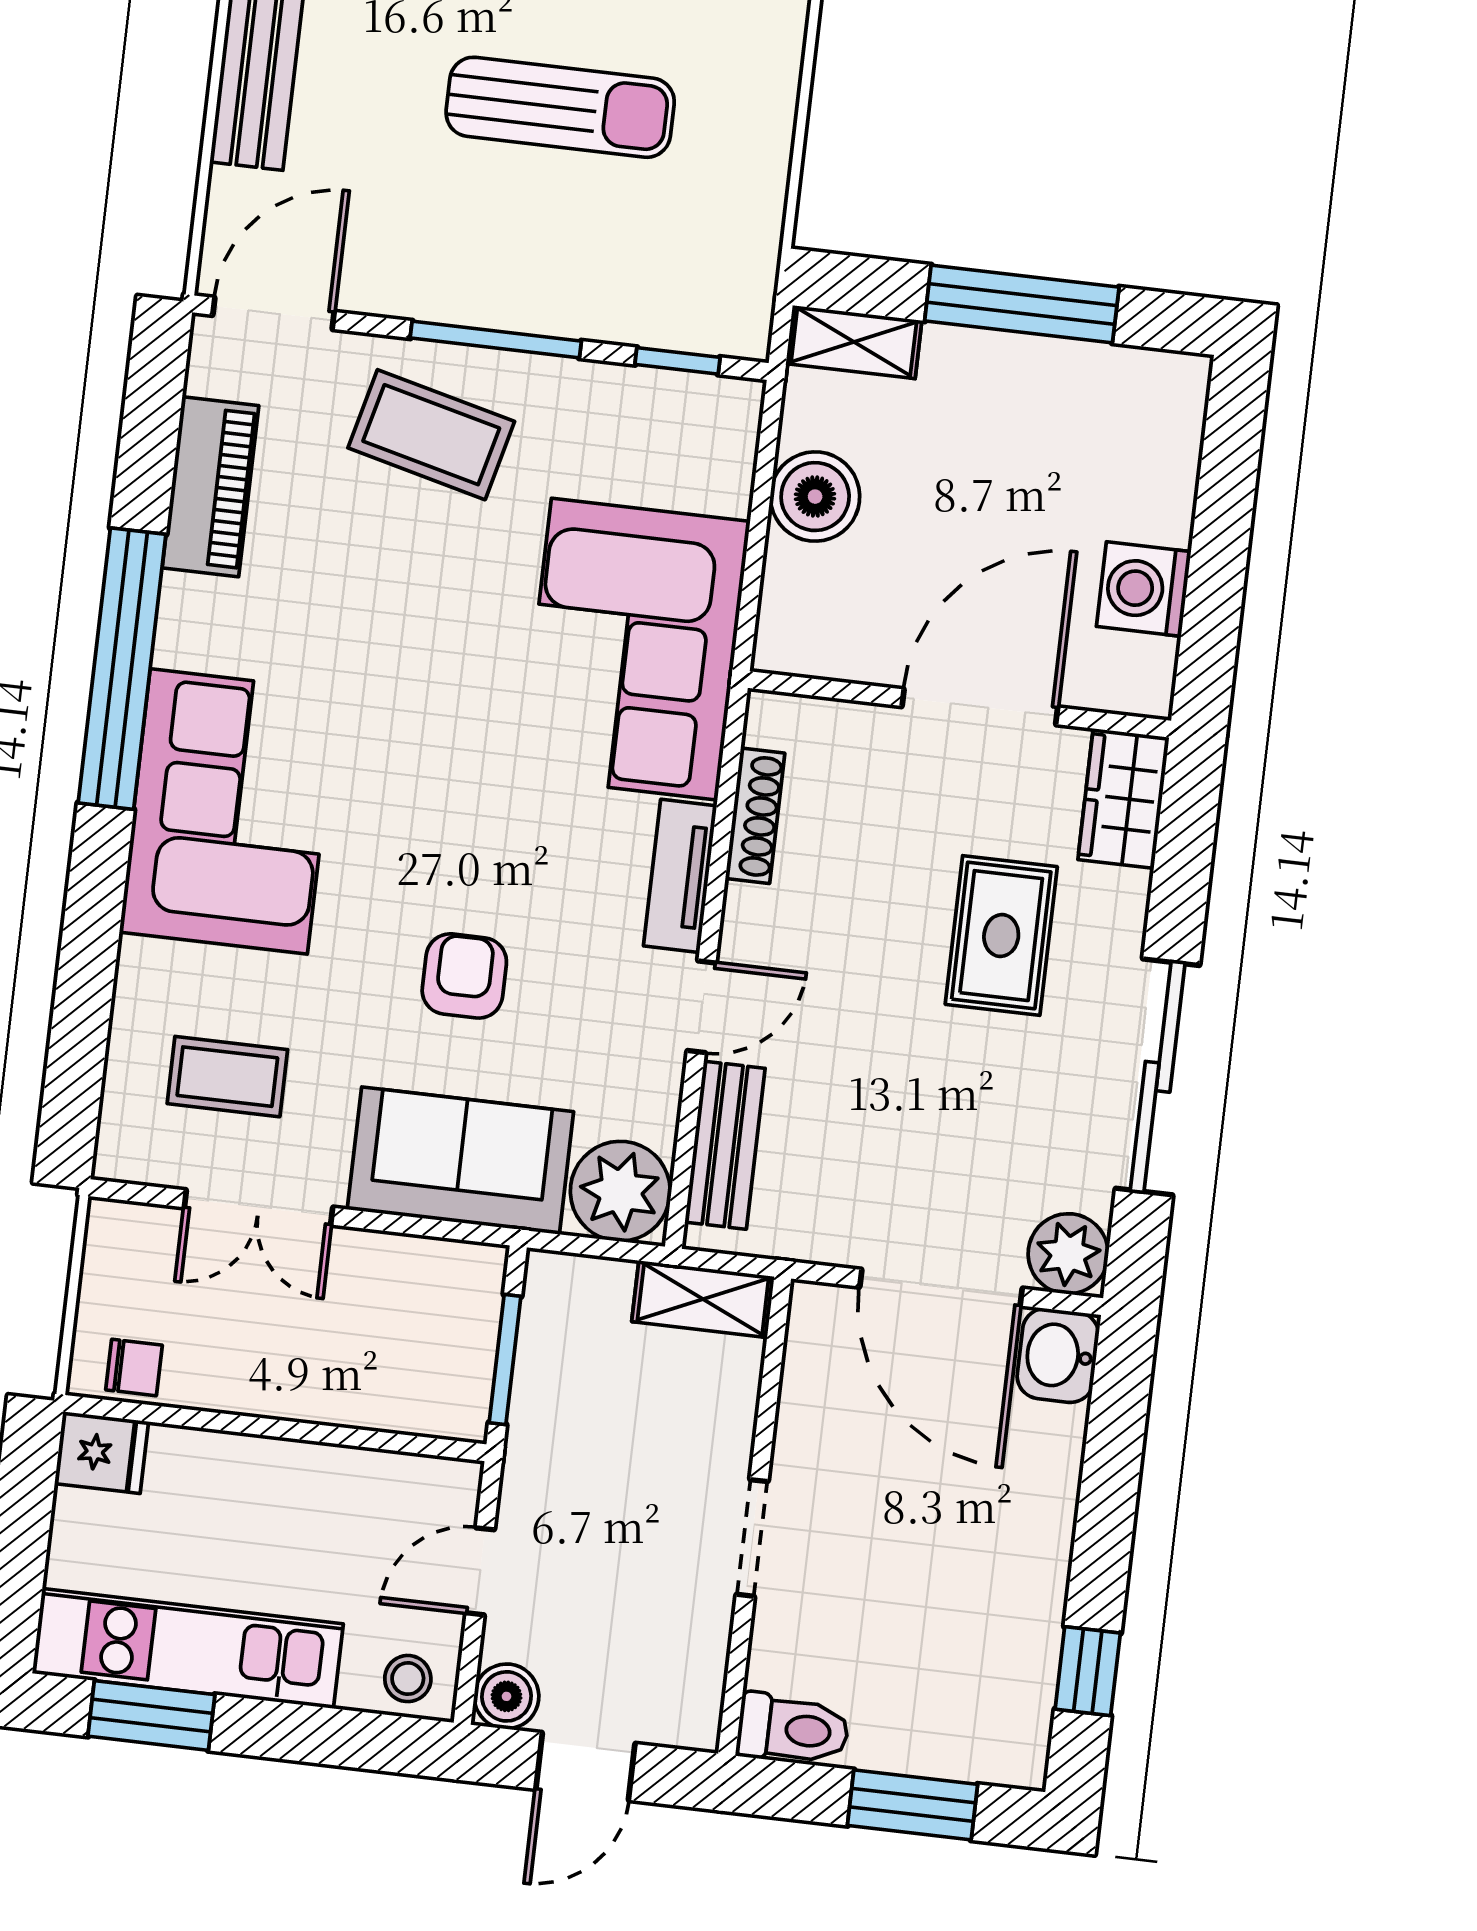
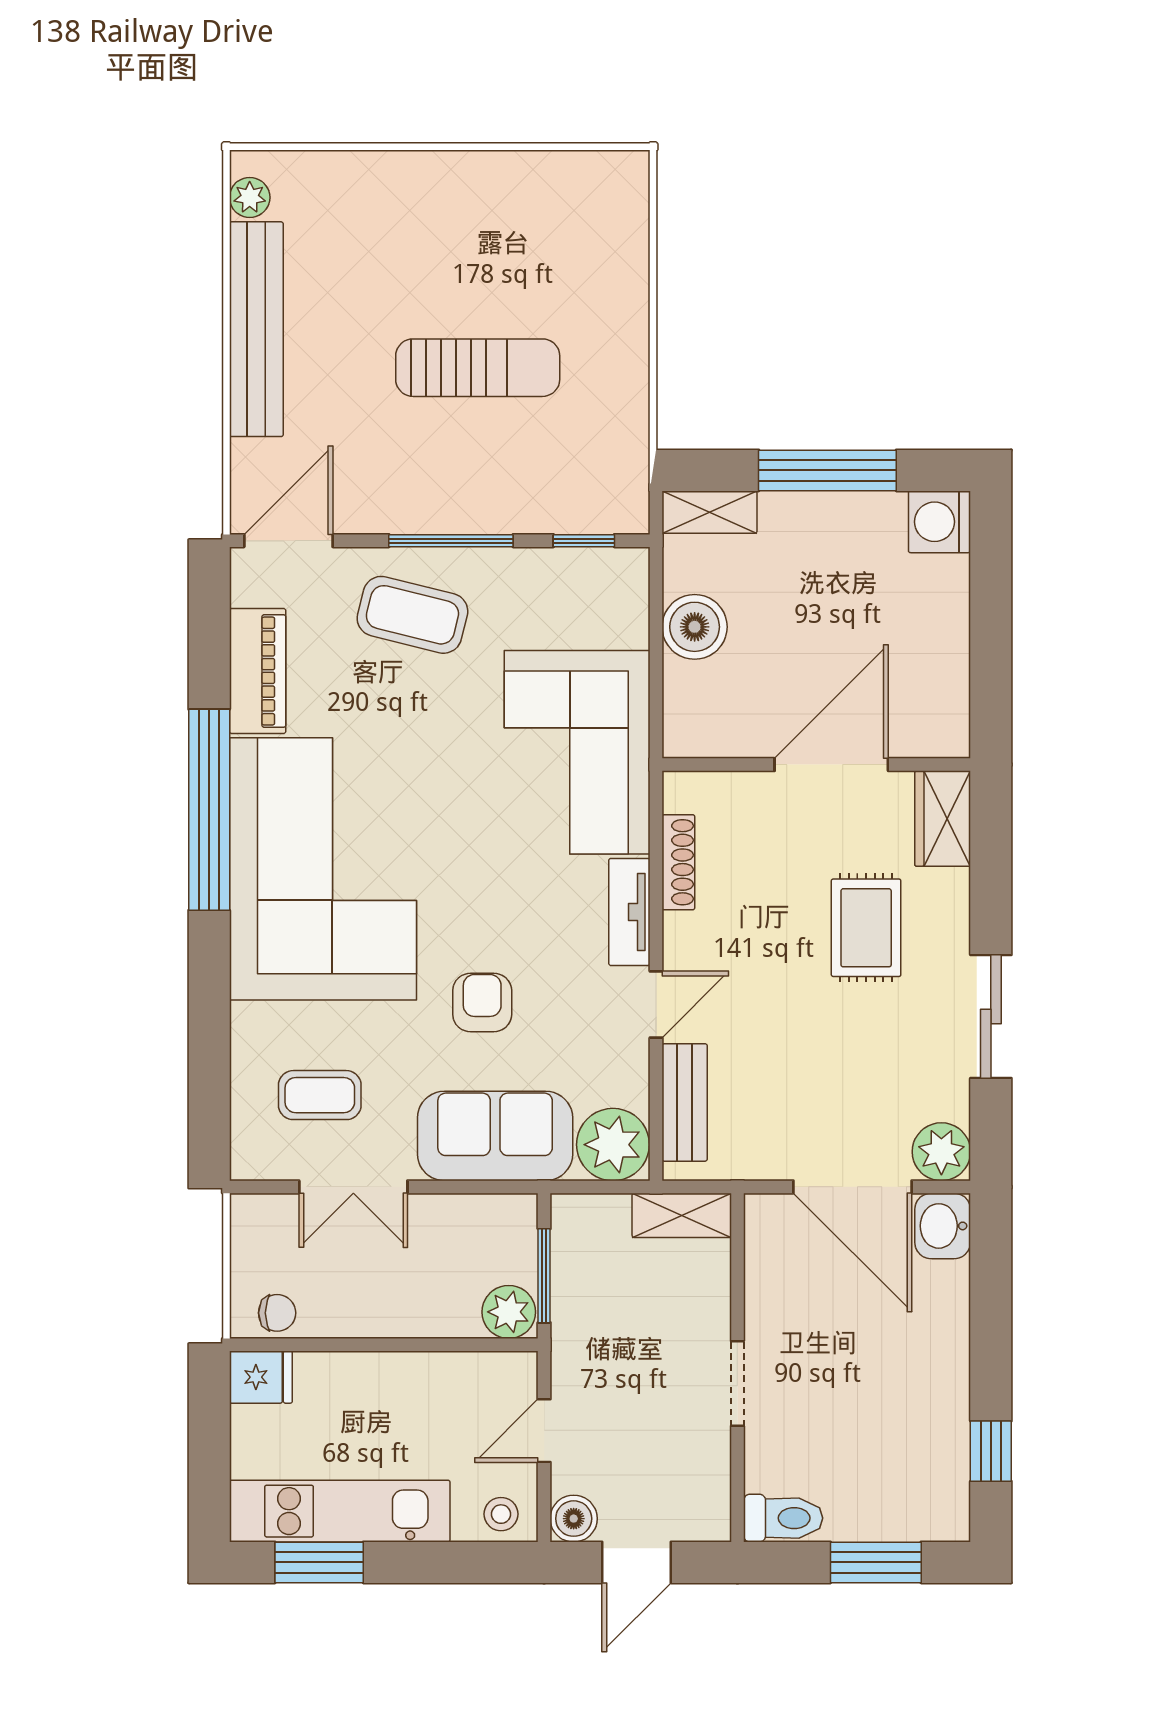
washing machine: (1144, 589) -> (939, 522), moved
corner sofa: (229, 811) -> (323, 869), width x1.36, depth x1.36
sliding door: (1158, 1077) -> (991, 1016), width x0.73
plant: (451, 1403) -> (509, 1312), added

